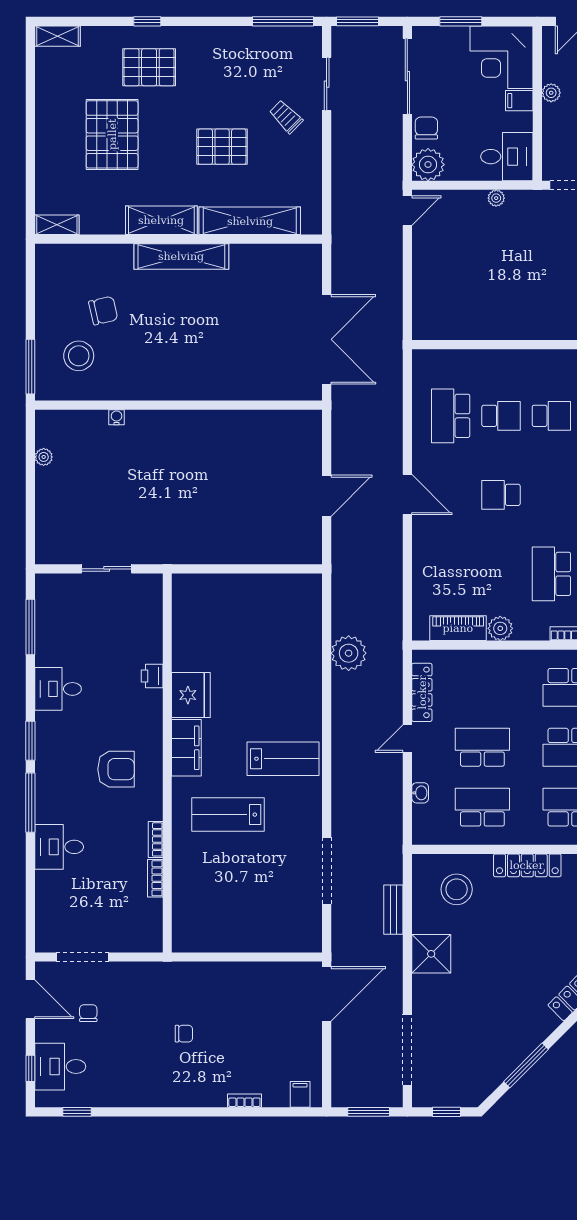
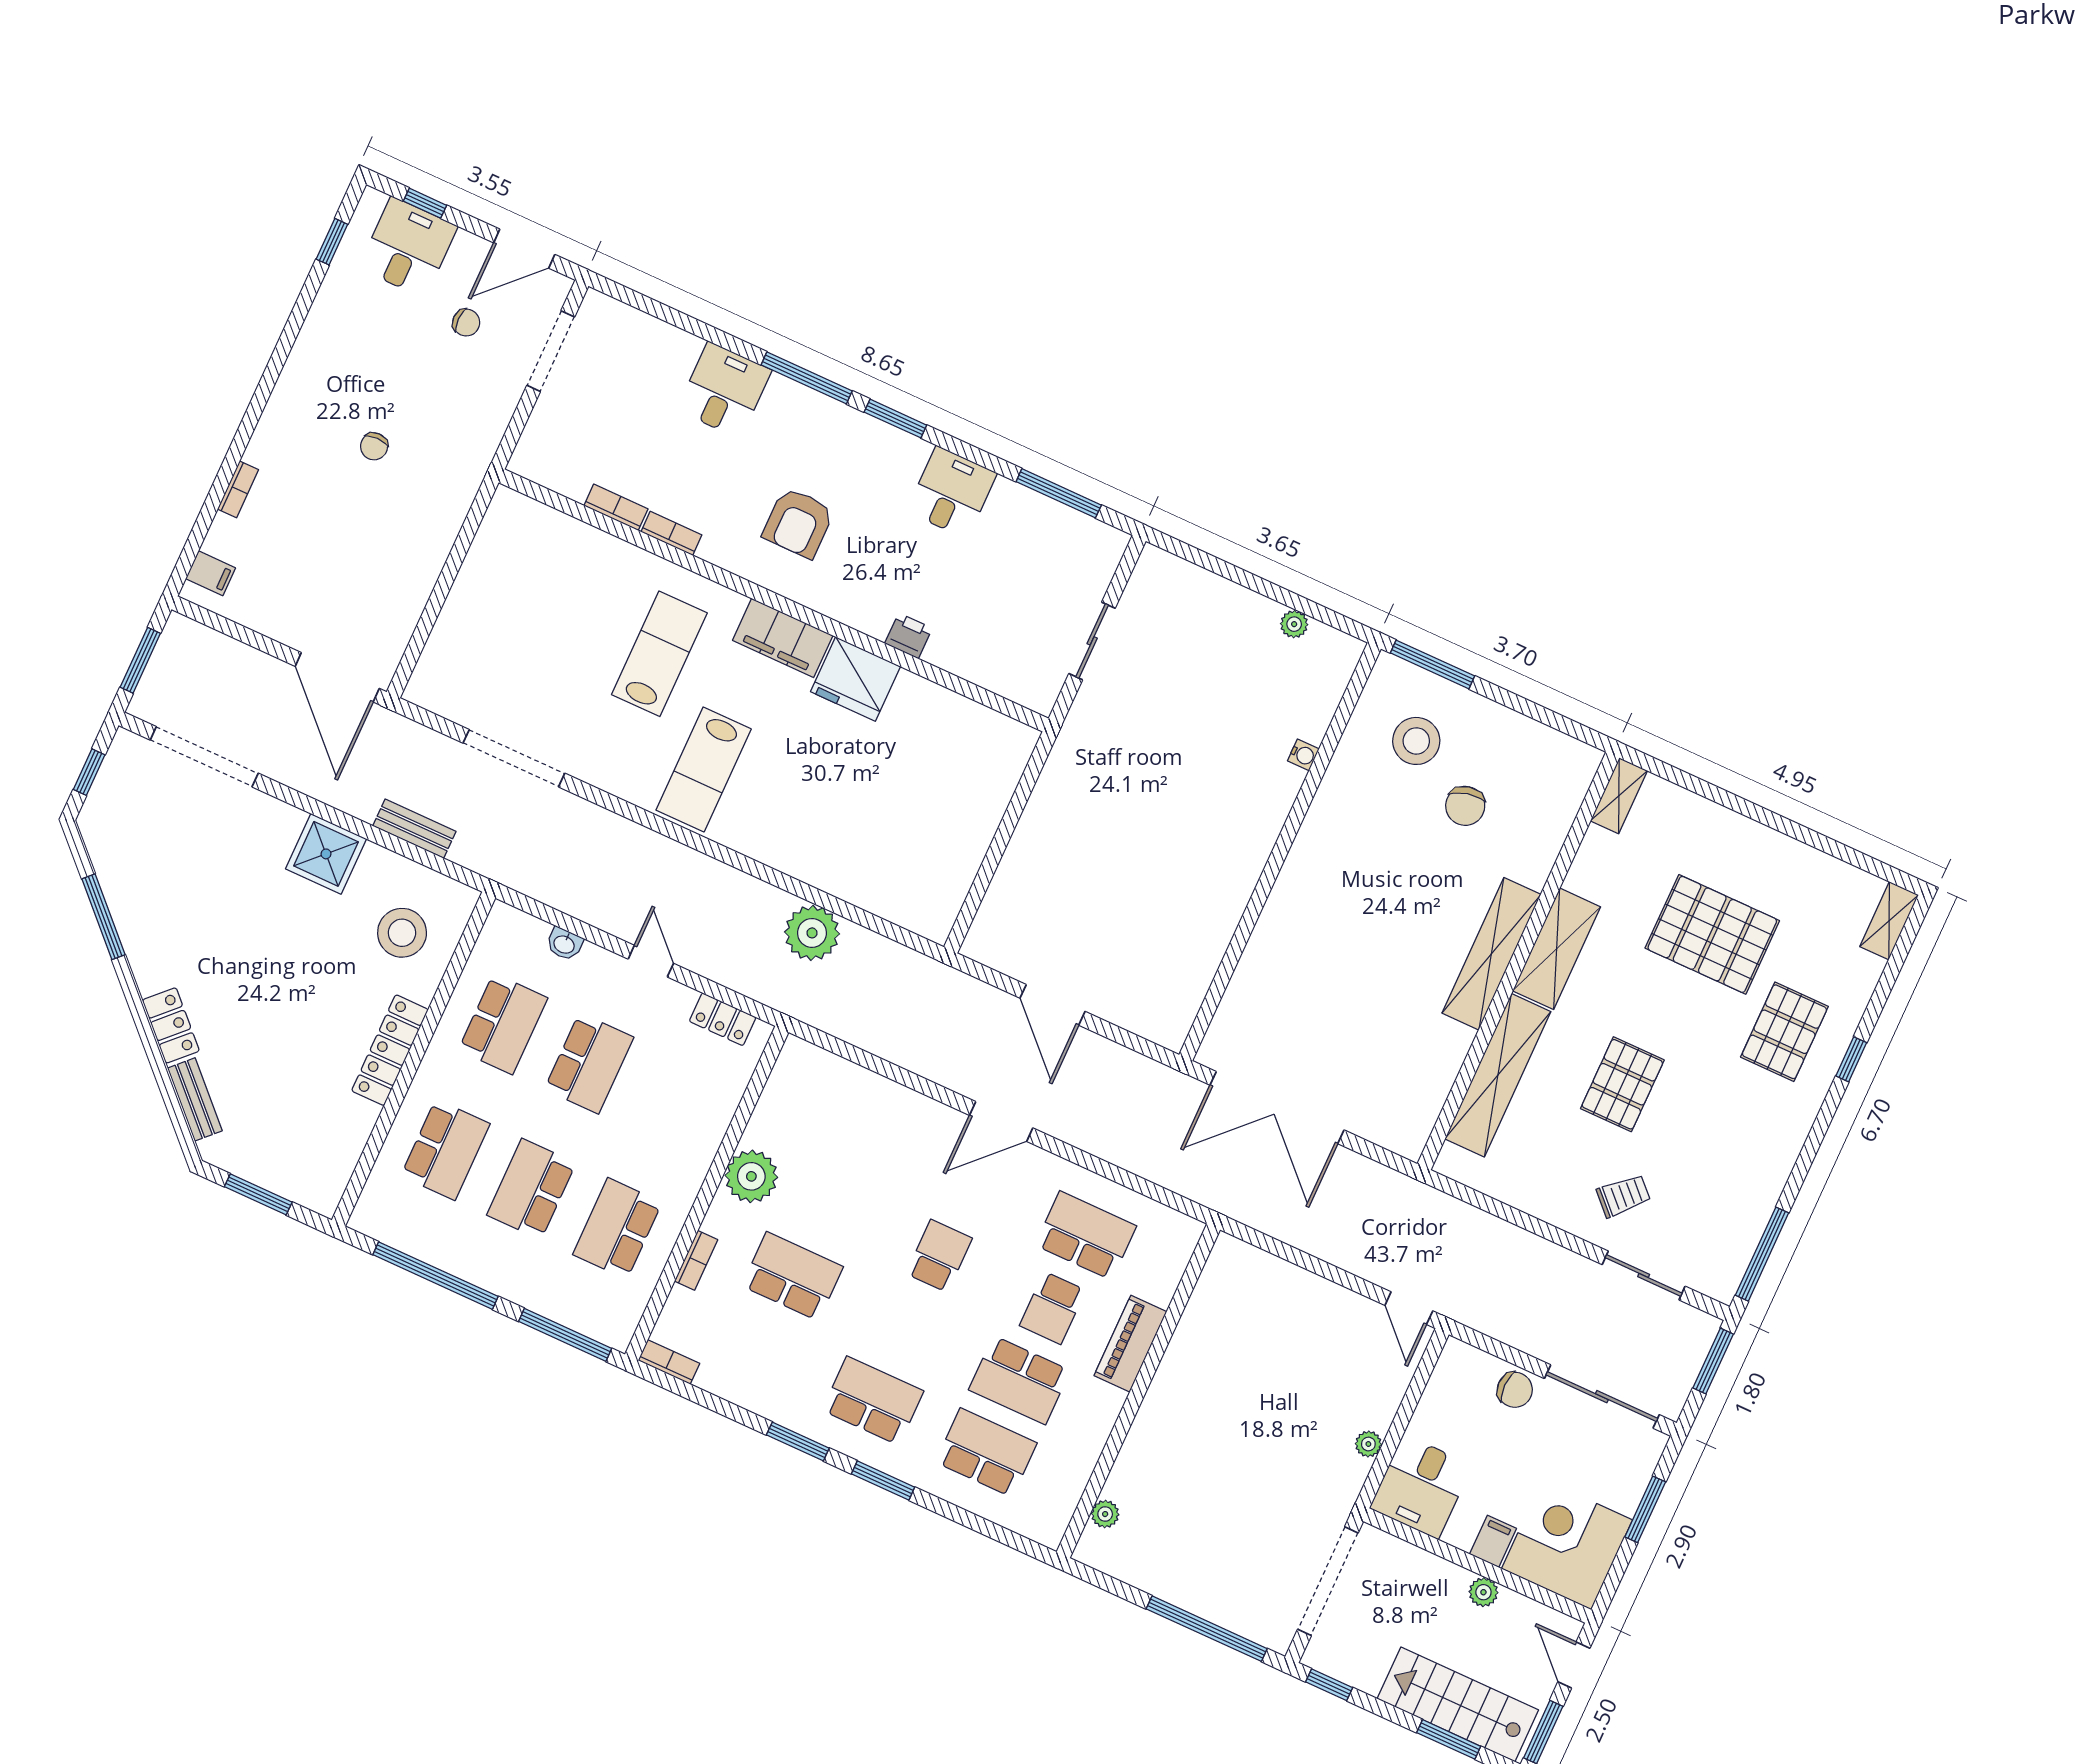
plant: (428, 165) -> (1461, 1368), removed
school desk: (551, 416) -> (1019, 1380), width x1.85
piano: (458, 628) -> (1130, 1344), moved, turned 180
plant: (500, 628) -> (751, 1176), width x1.36, depth x1.36
locker: (422, 692) -> (723, 1019), width x0.66

